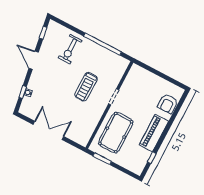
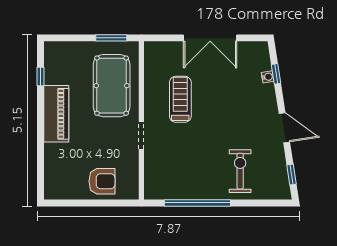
treadmill: (86, 87) -> (180, 99), moved
armchair: (168, 104) -> (102, 181), moved, turned 90

